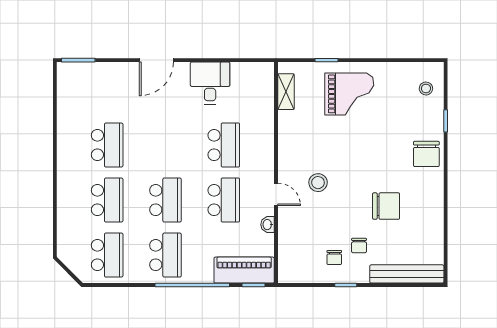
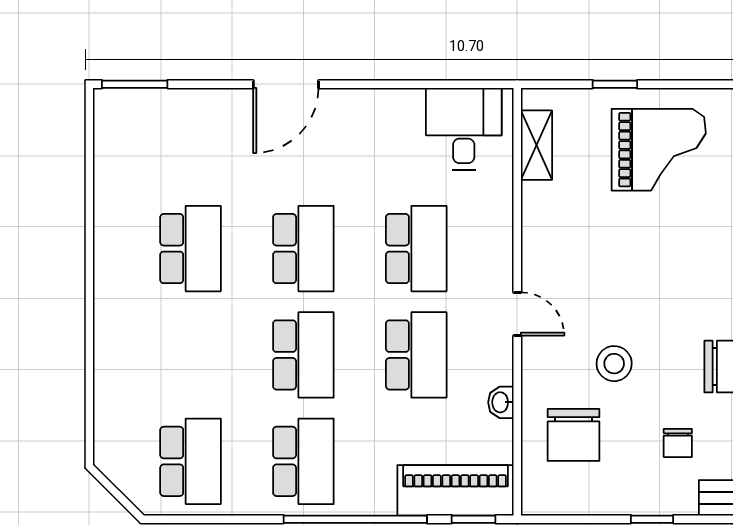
desk: (210, 83) -> (464, 129), moved
stool: (318, 183) -> (614, 364), moved
door: (276, 194) -> (517, 314), moved
school desk: (107, 200) -> (303, 249), moved
chair: (334, 258) -> (574, 435), moved, width x1.87, depth x1.87

